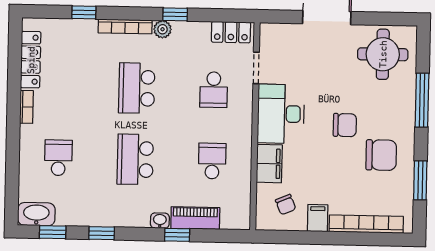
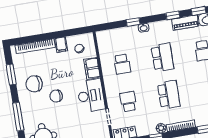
piano: (195, 218) -> (185, 22), moved

